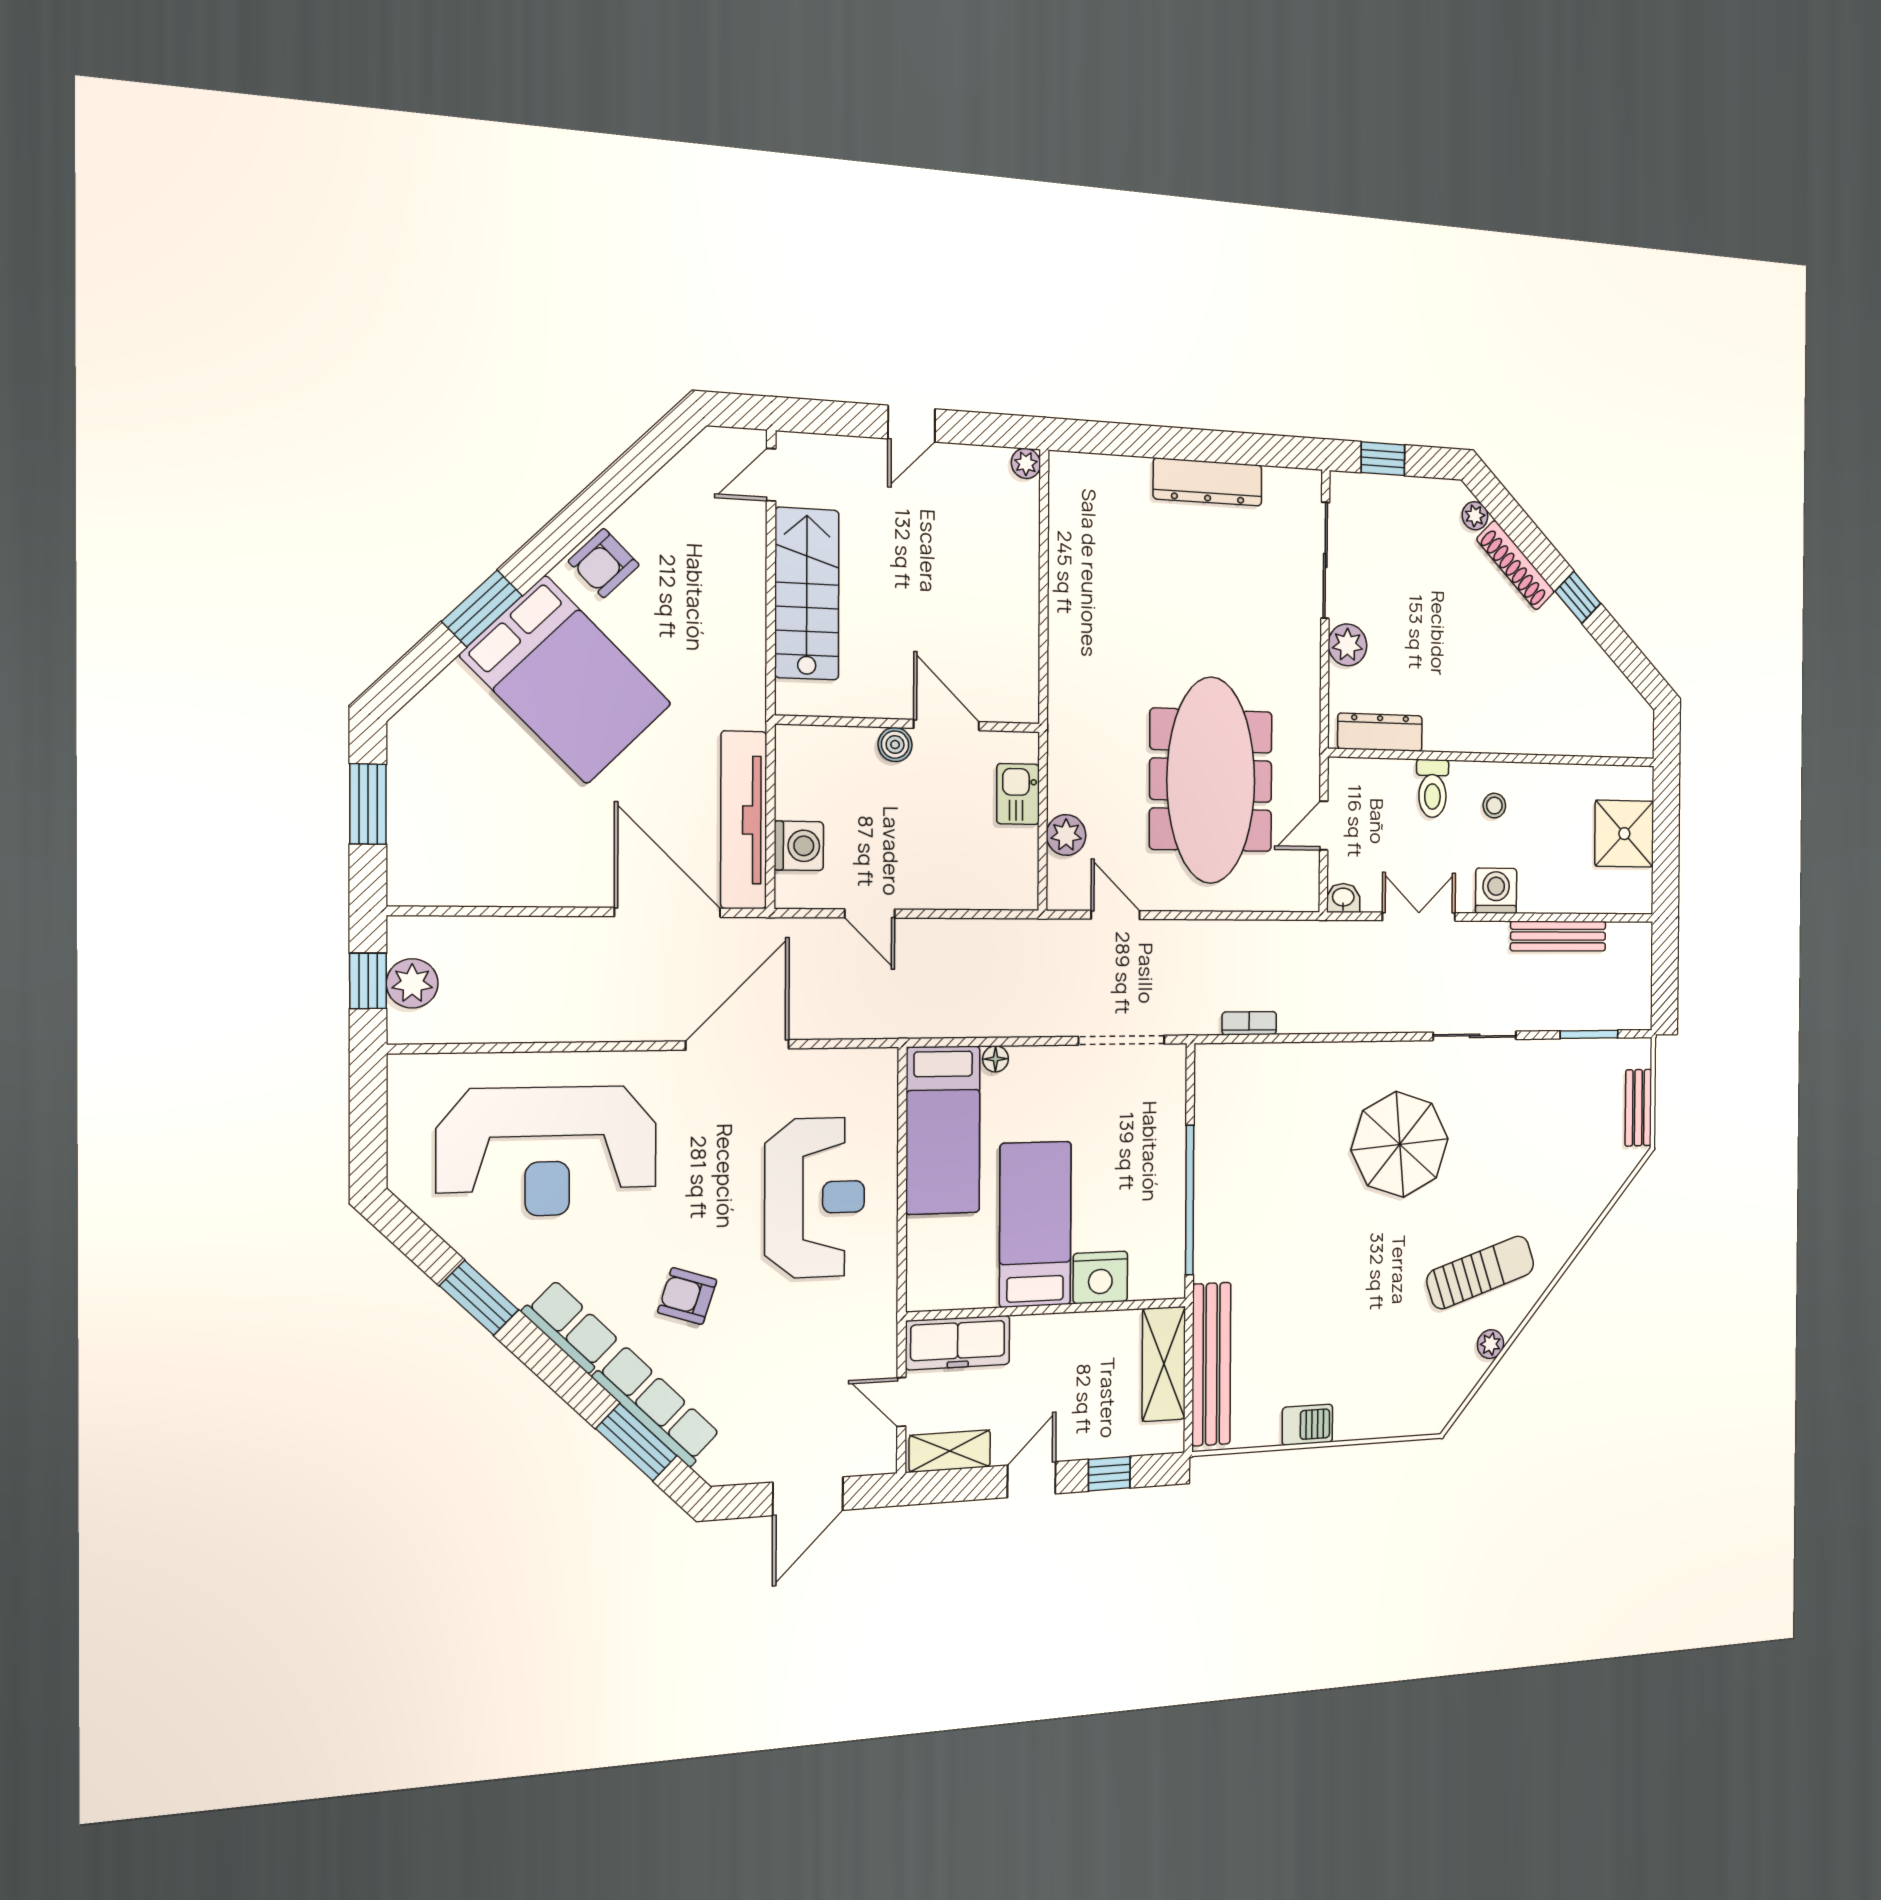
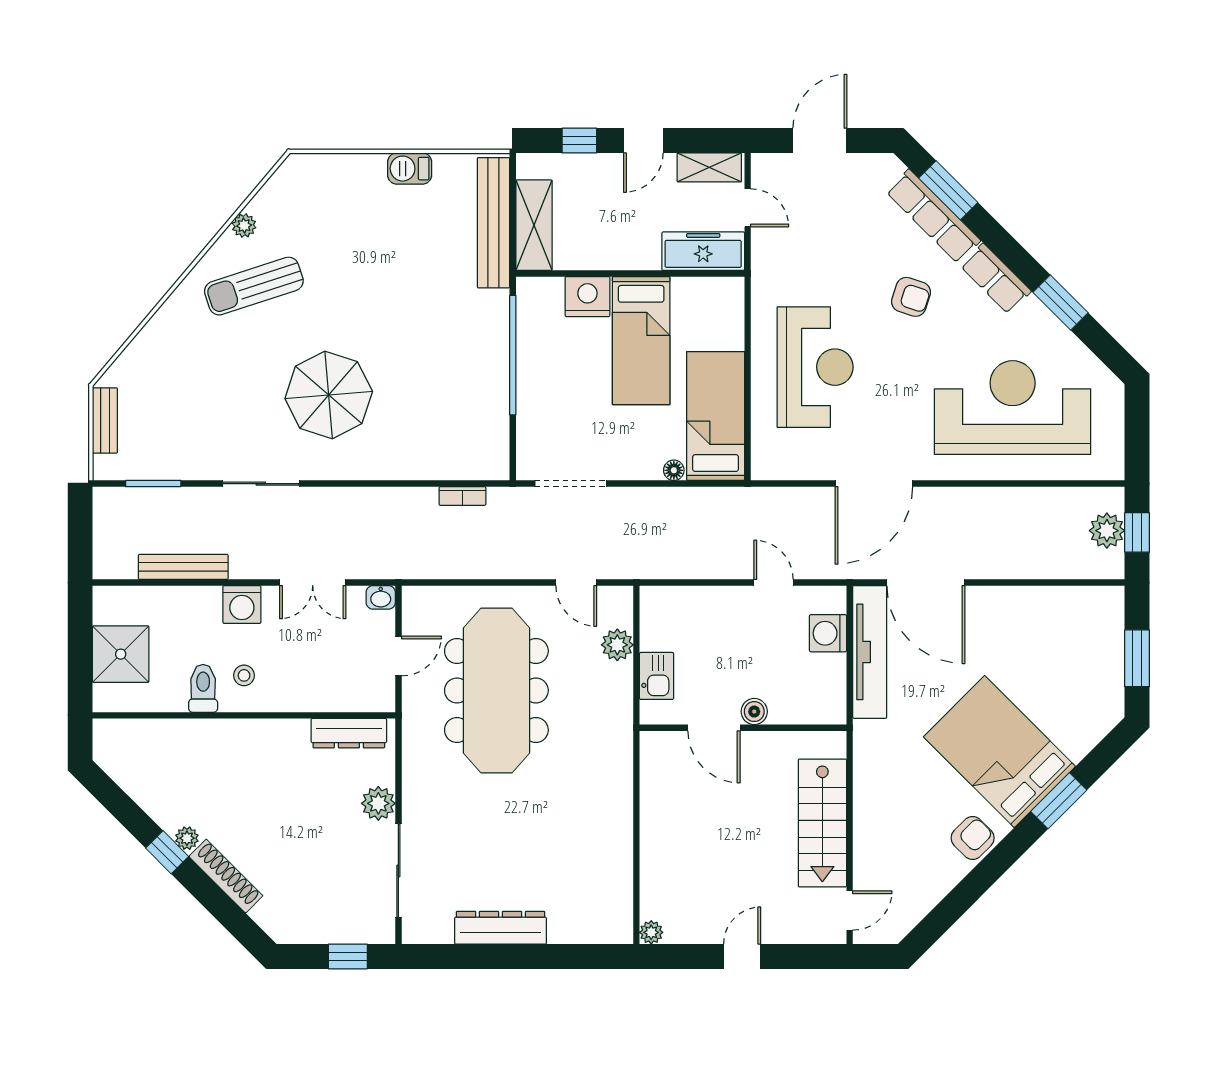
plant: (1475, 516) -> (187, 838), moved
toilet: (1432, 788) -> (203, 688), moved
reception desk: (815, 1198) -> (815, 367), turned 180

